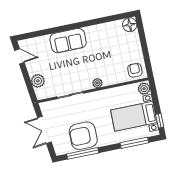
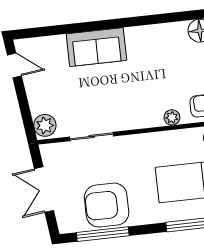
plant: (38, 81) -> (45, 125), moved
plant: (97, 83) -> (172, 117), moved

